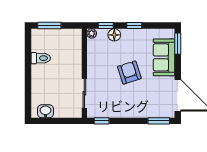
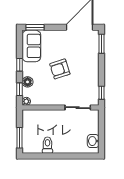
sofa: (164, 57) -> (31, 46), moved, turned -90

